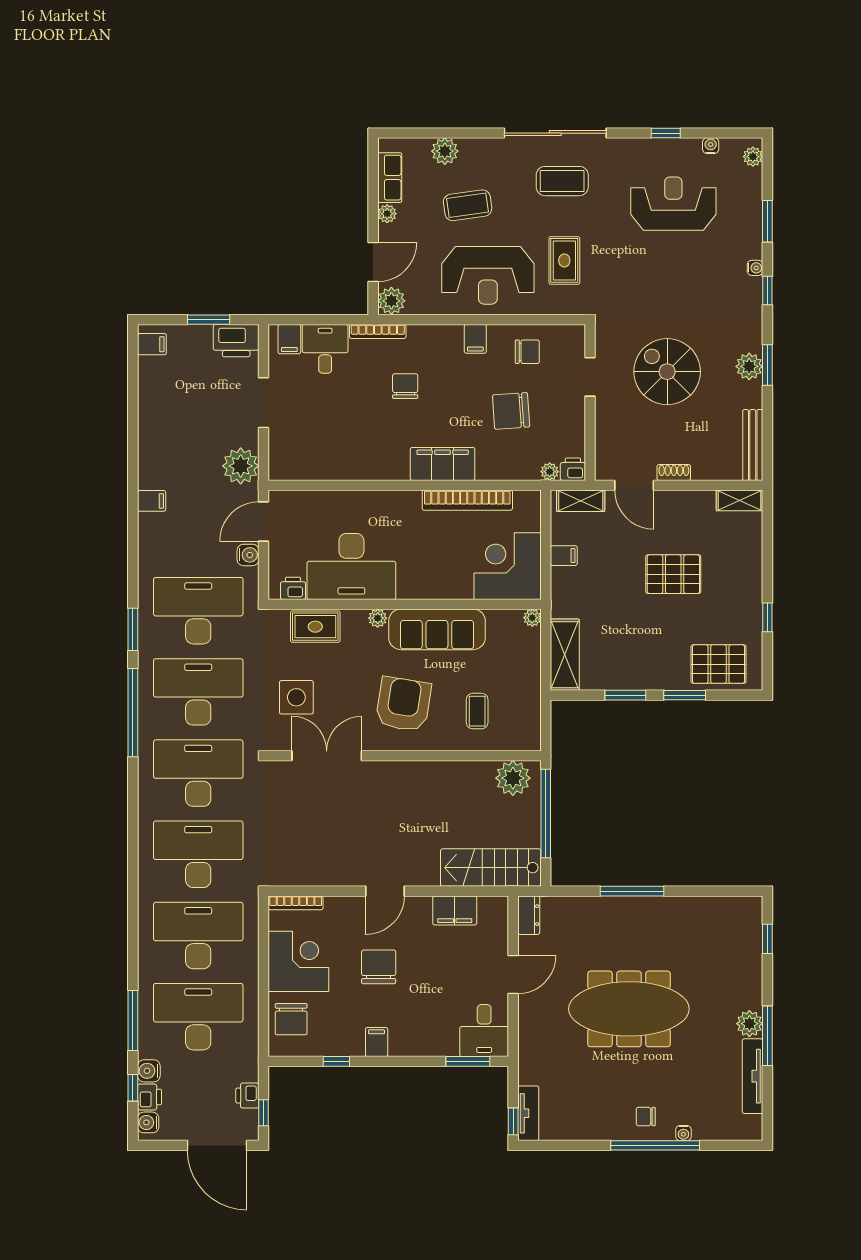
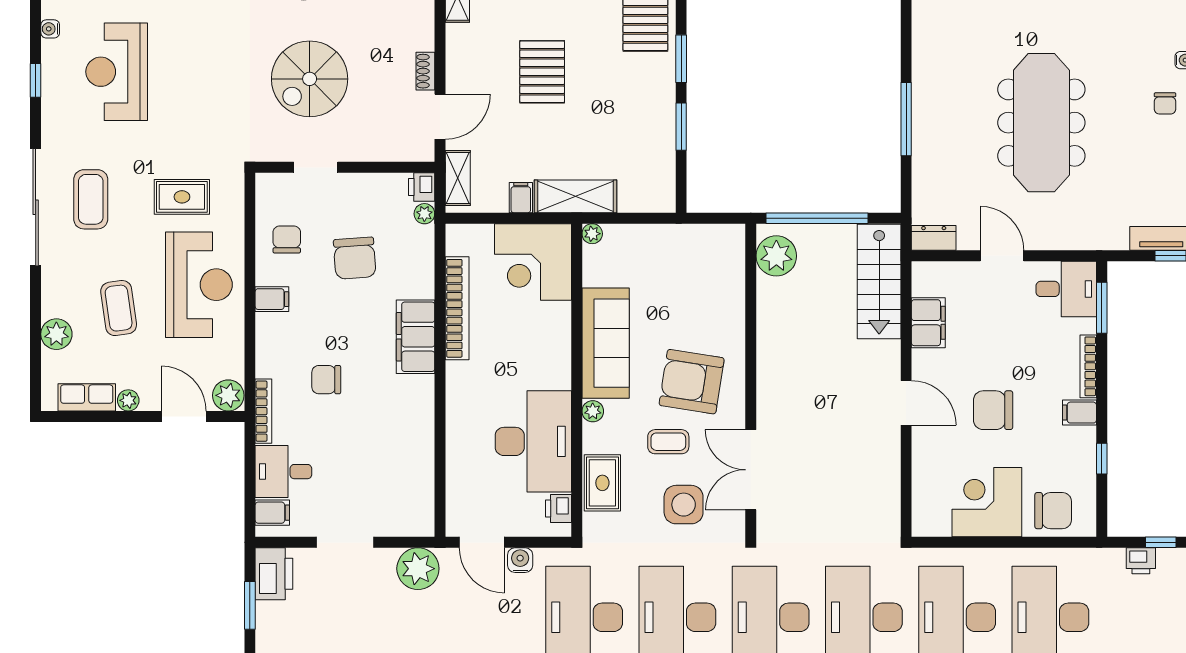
shelving: (565, 655) -> (575, 196), moved
coffee table: (477, 711) -> (668, 442), moved
bookcase: (296, 903) -> (1088, 366), moved, turned 180

